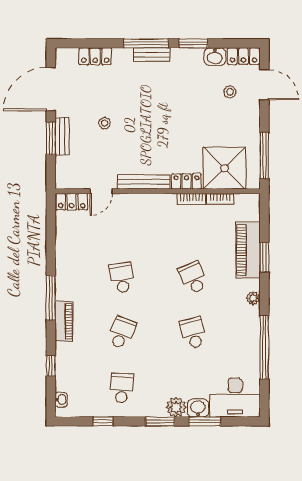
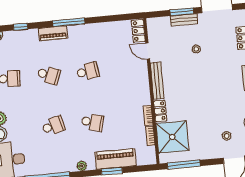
school desk: (193, 278) -> (92, 122), turned 39

